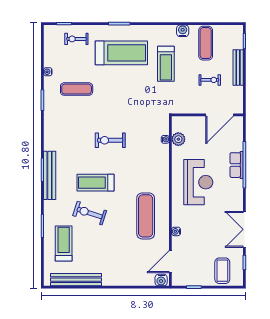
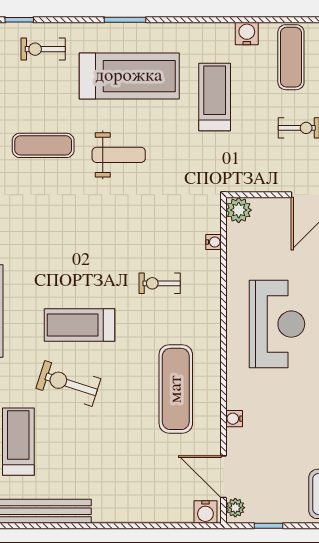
treadmill: (166, 64) -> (215, 97), turned 180
weight bench: (116, 94) -> (119, 155), added
plant: (178, 139) -> (239, 210), moved
exercise bike: (110, 140) -> (160, 283), moved, width x0.73, depth x0.72
door: (170, 262) -> (223, 477), hinge flipped
plant: (177, 278) -> (235, 508), added

